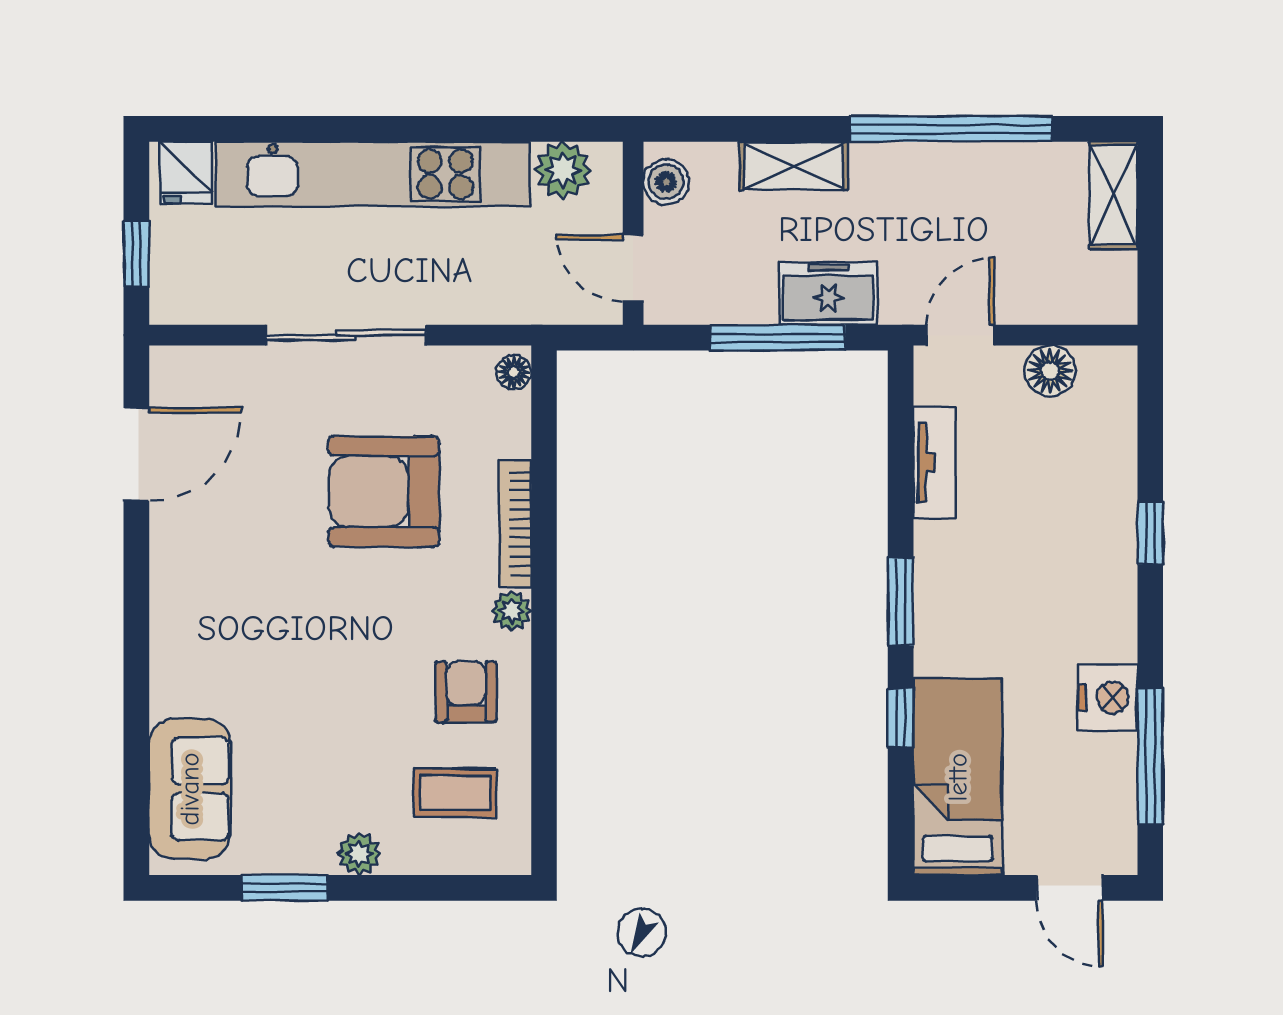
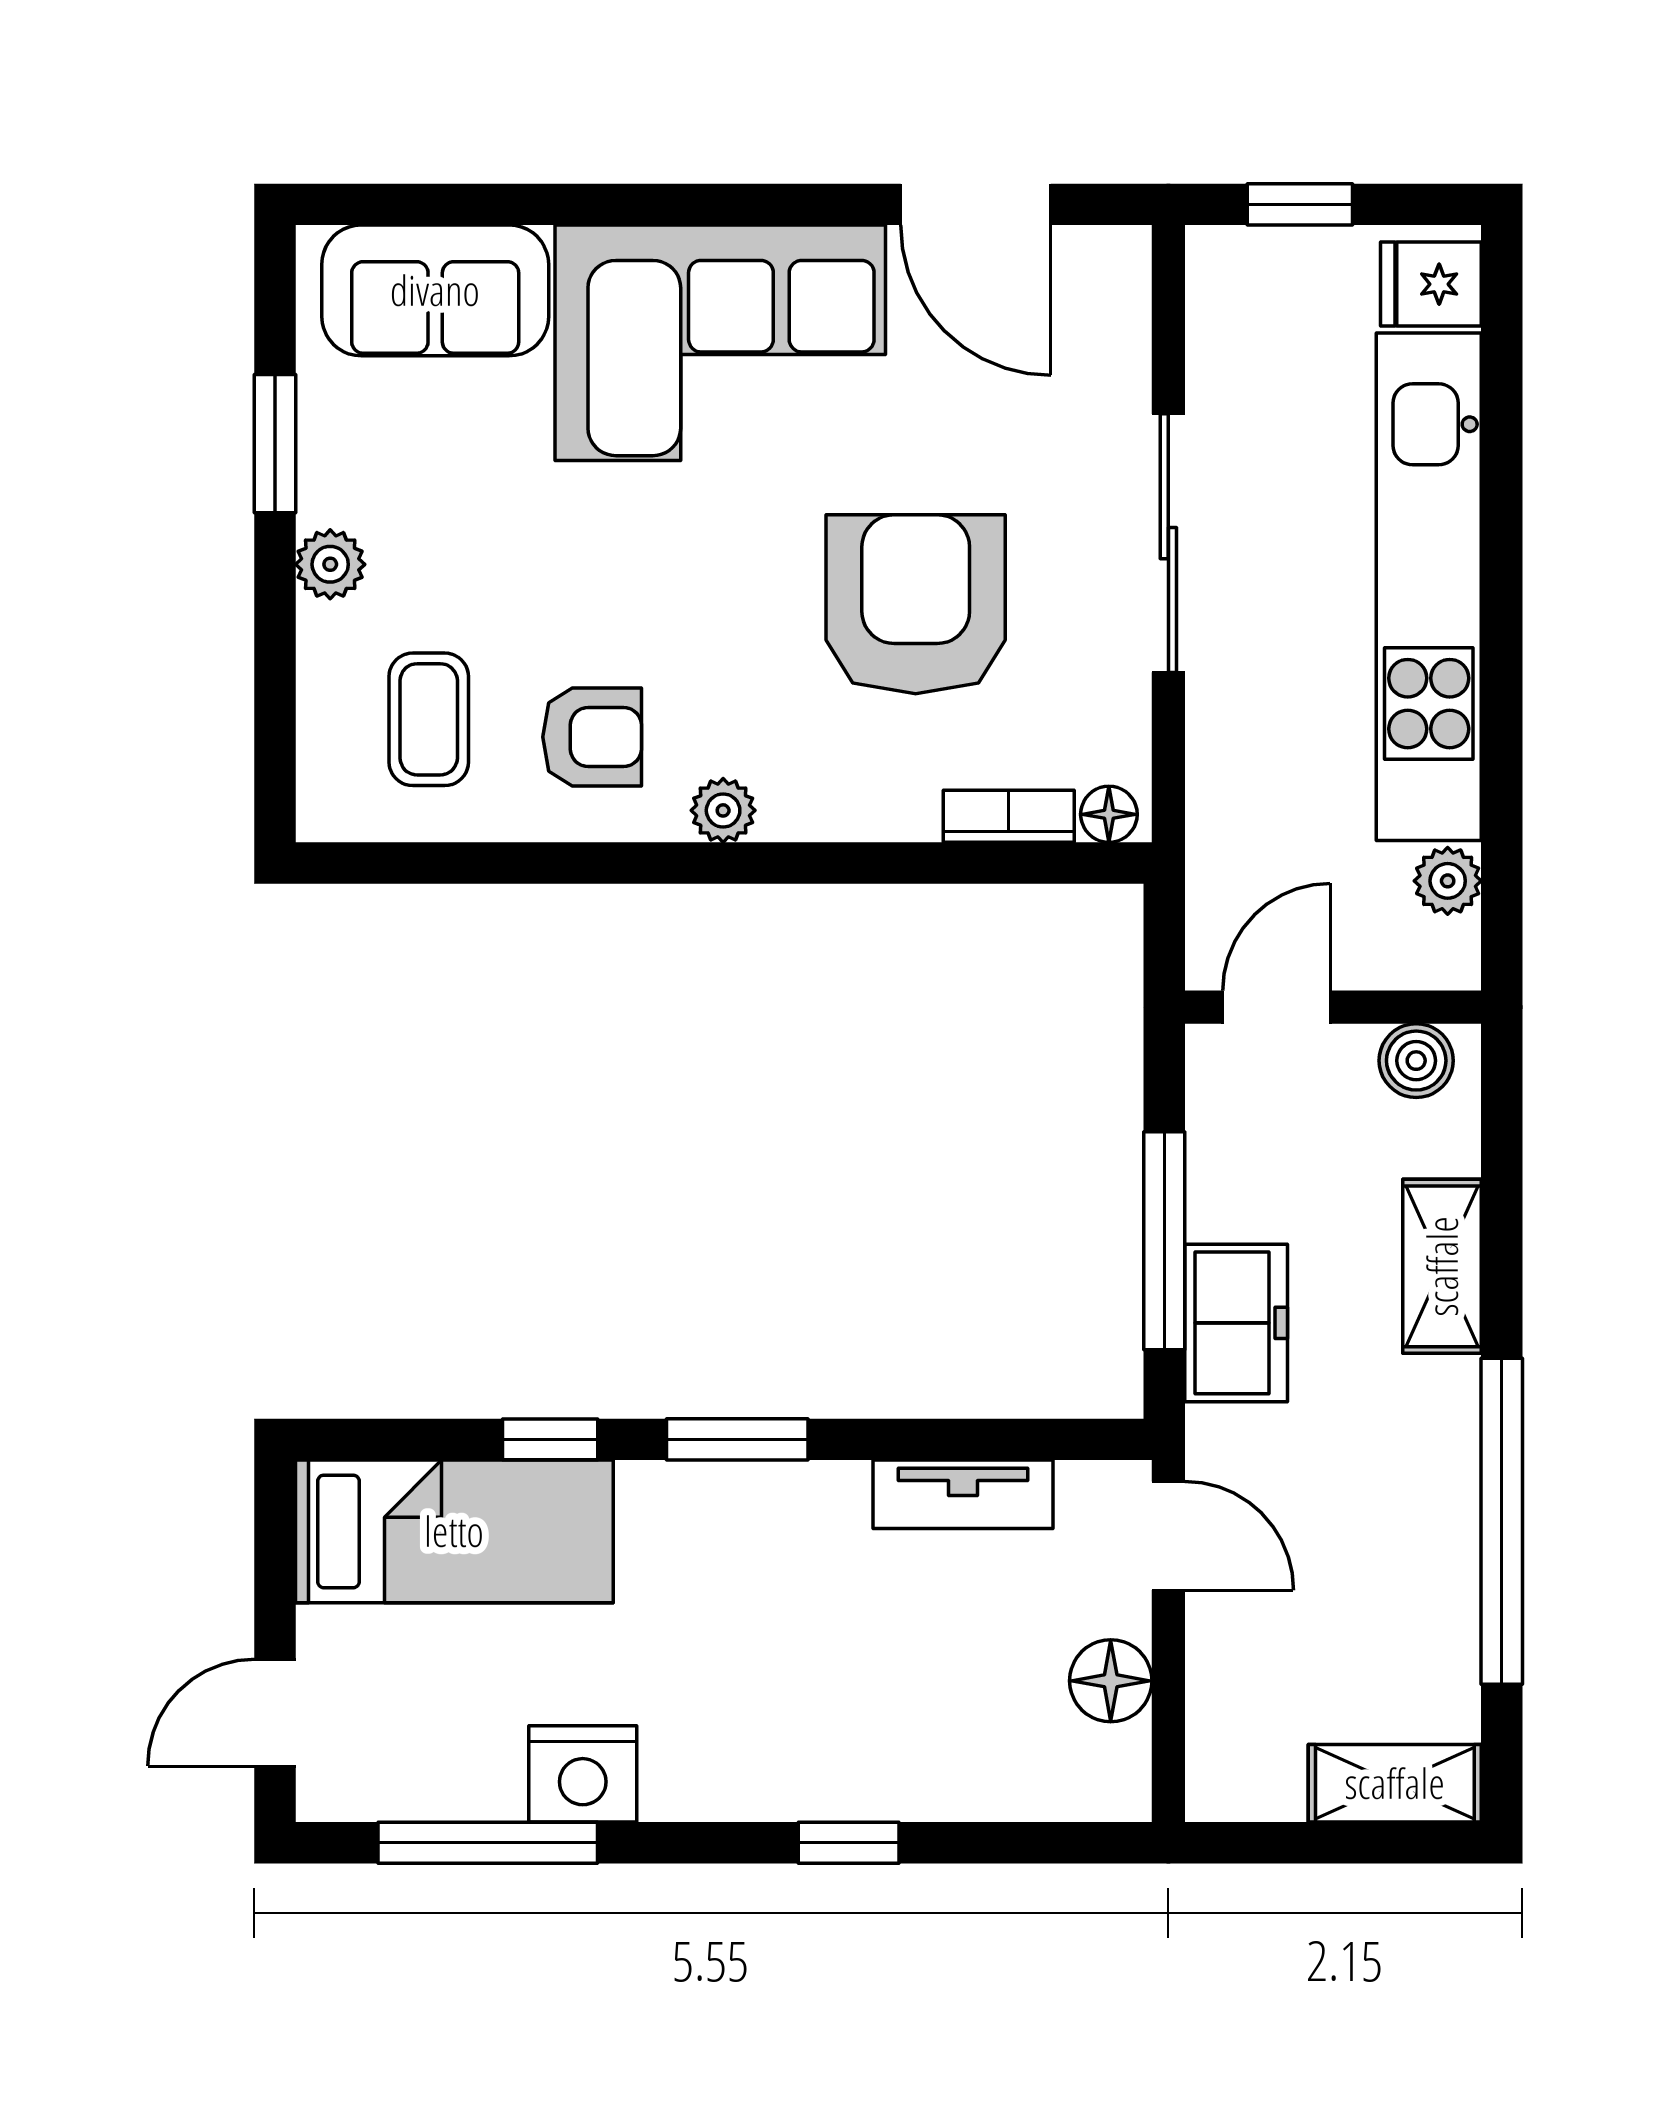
plant: (563, 170) -> (1448, 881), width x0.73, depth x0.73
bookcase: (515, 524) -> (1009, 816), moved, width x0.64
corner sofa: (222, 612) -> (720, 343), added

